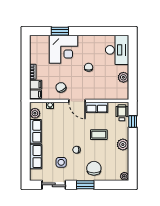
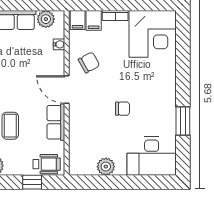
window: (60, 31) -> (183, 121), moved
corner desk: (63, 49) -> (153, 34), moved, turned -90
door: (77, 101) -> (67, 89), hinge flipped

